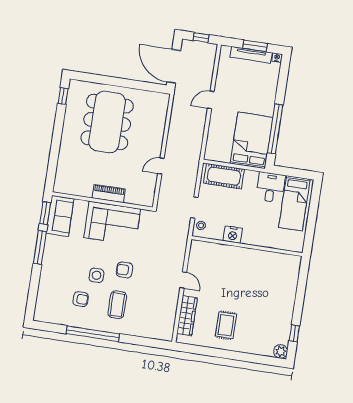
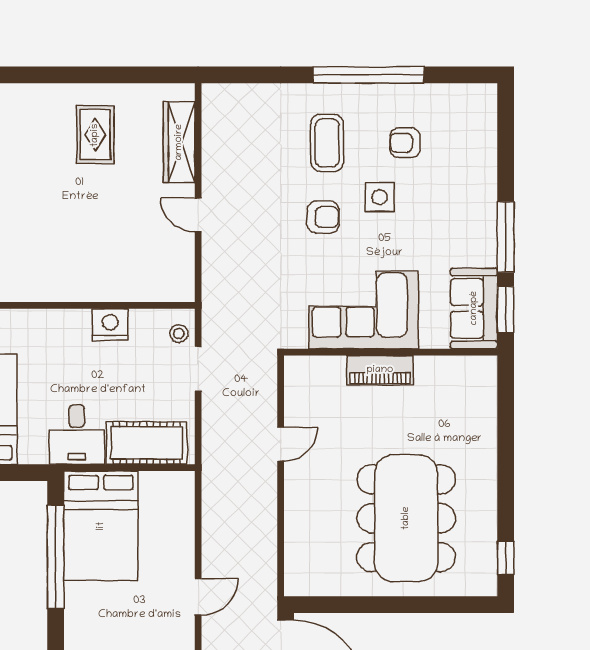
desk: (270, 187) -> (77, 435), moved

